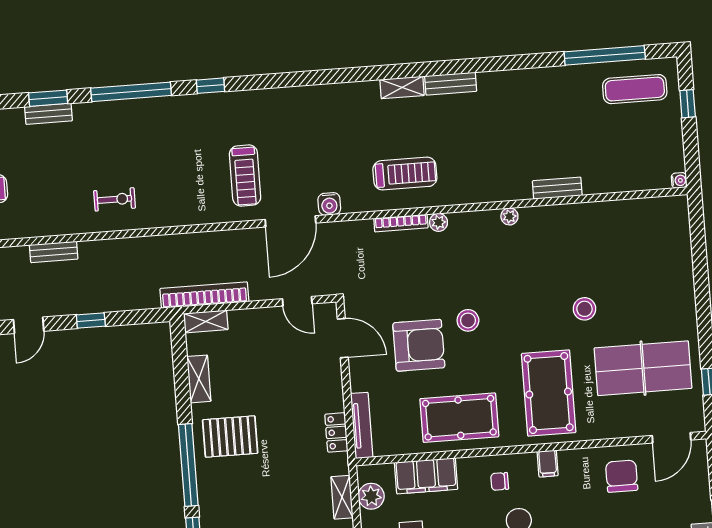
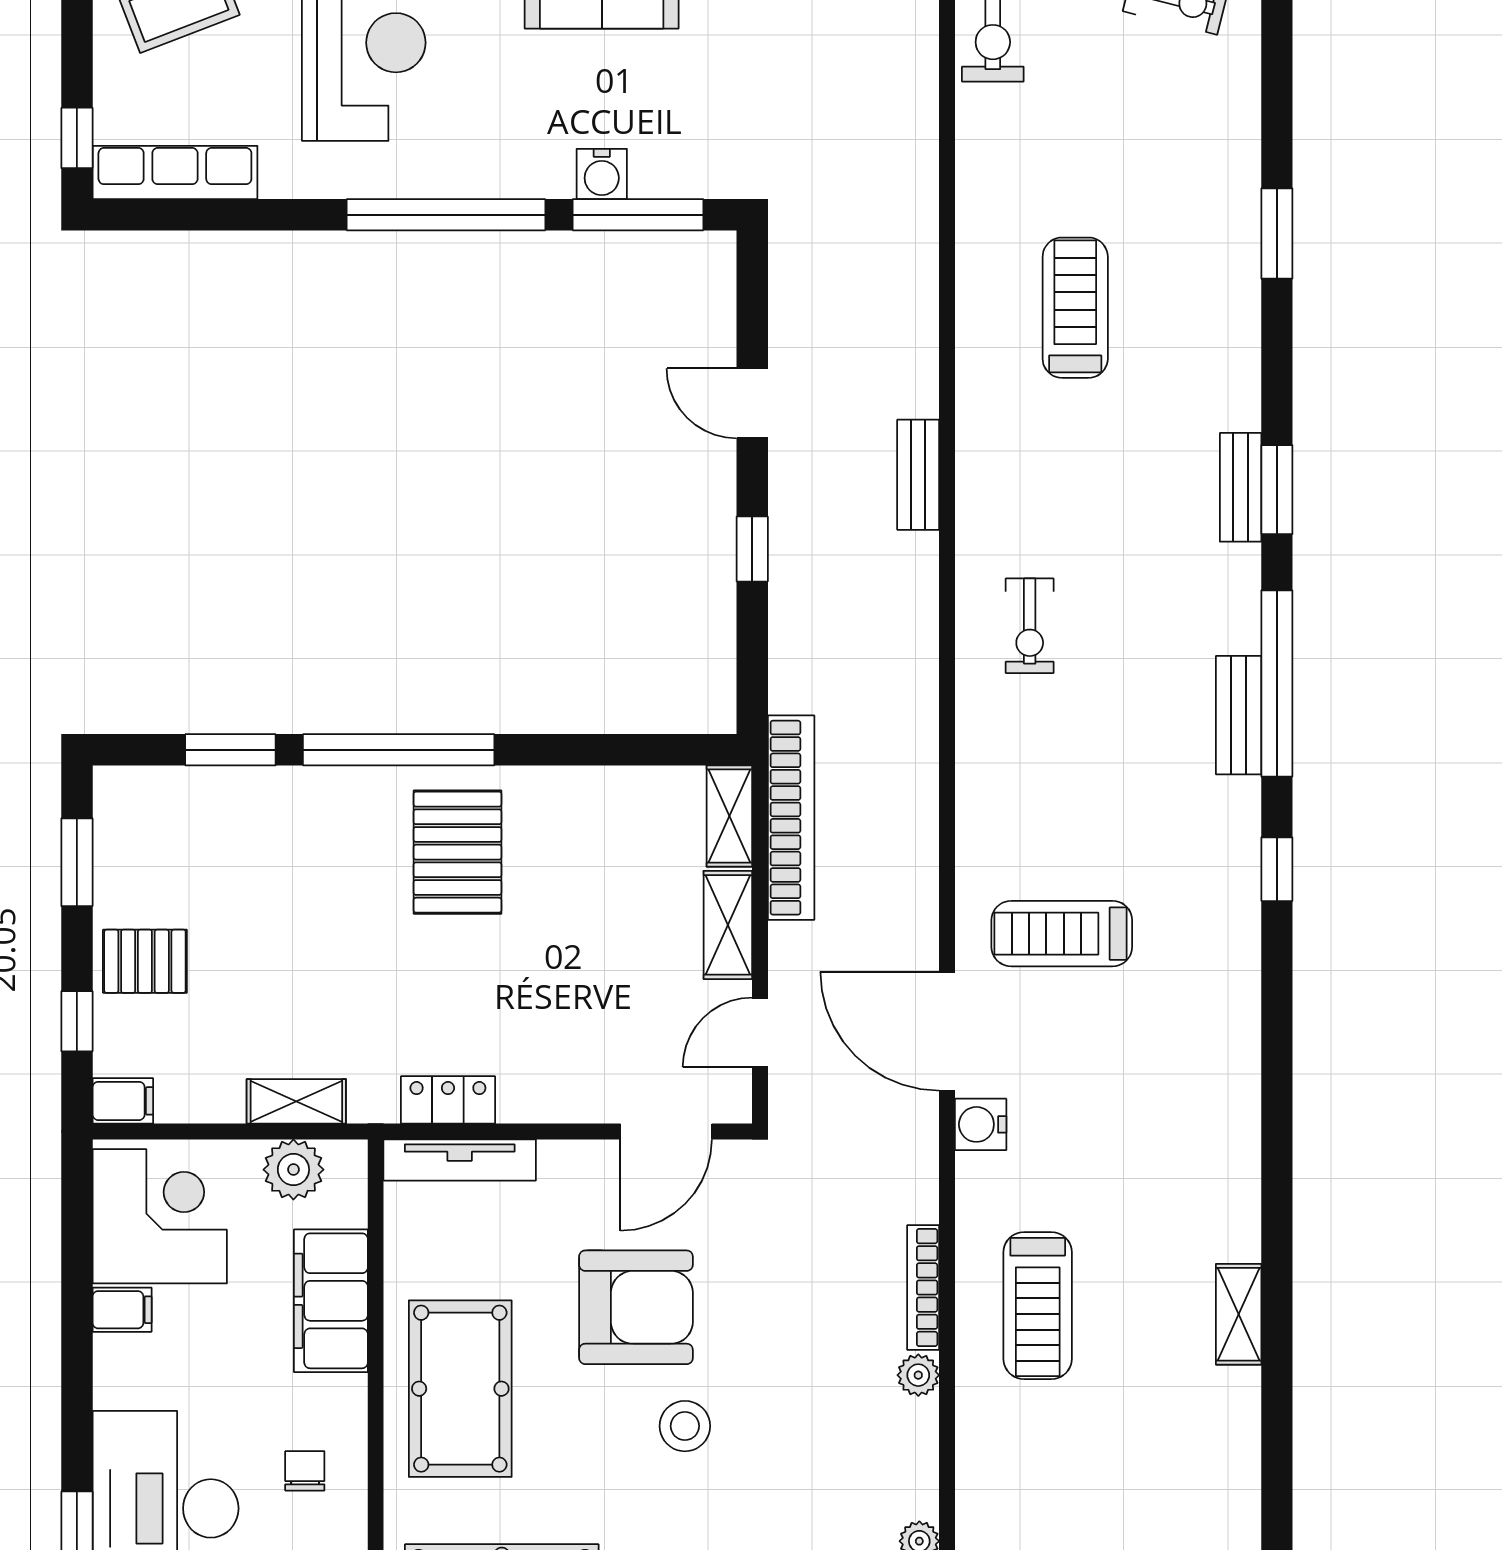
bench: (451, 84) -> (1239, 715), moved
armchair: (419, 345) -> (636, 1307), turned -90
shelving: (199, 379) -> (728, 925), moved, turned 90

